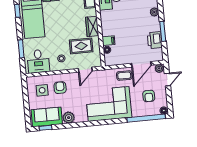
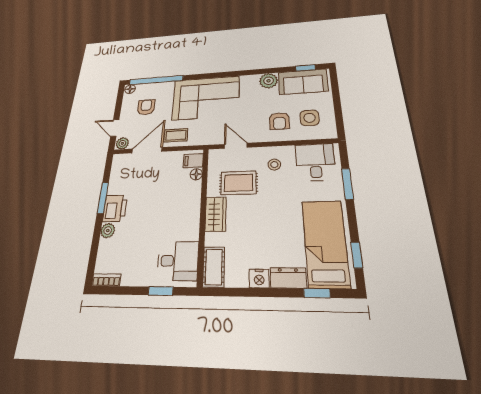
printer: (155, 40) -> (115, 208), moved
filing cabinet: (109, 41) -> (193, 161), moved
door: (85, 70) -> (236, 146), hinge flipped
door: (167, 80) -> (115, 128), hinge flipped

